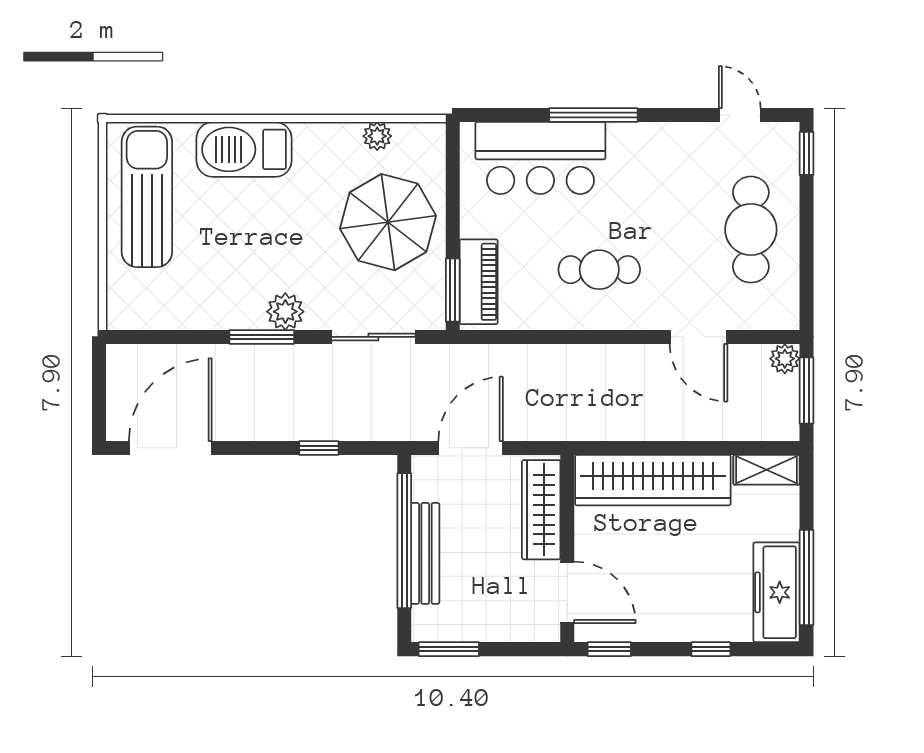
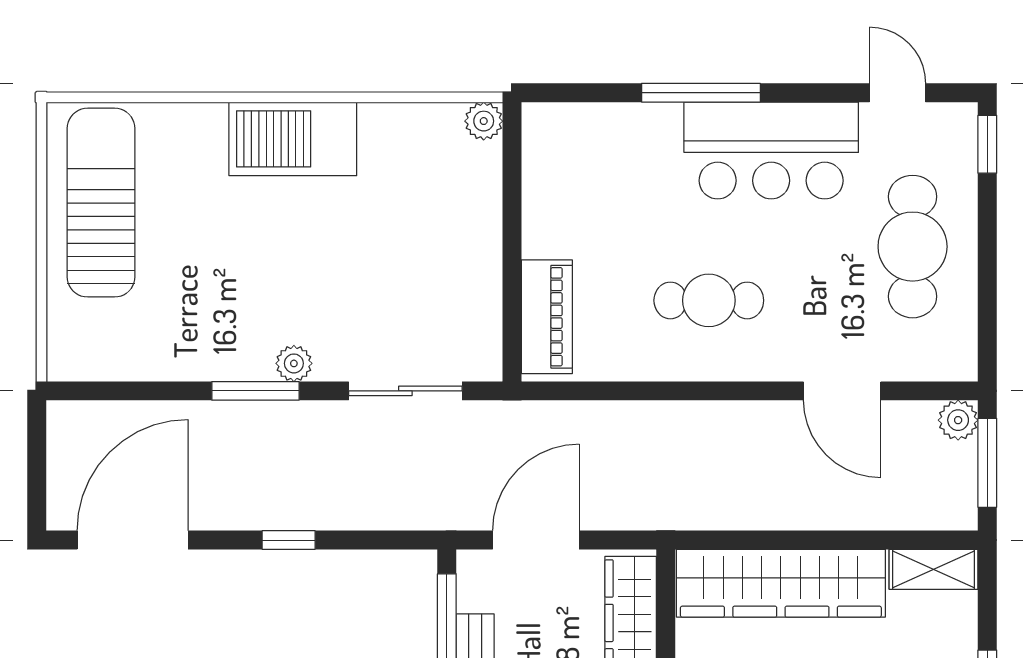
plant: (377, 136) -> (484, 121), moved
barbecue: (244, 149) -> (293, 139), moved
bar counter: (540, 158) -> (771, 150), moved
parasol: (388, 222) -> (425, 237), removed
window: (453, 290) -> (512, 328), removed
plant: (285, 312) -> (294, 363), width x0.73, depth x0.73
window: (319, 448) -> (289, 540), moved

